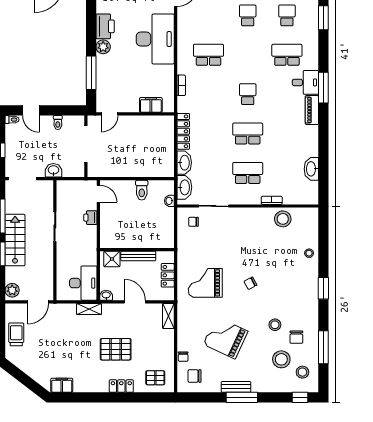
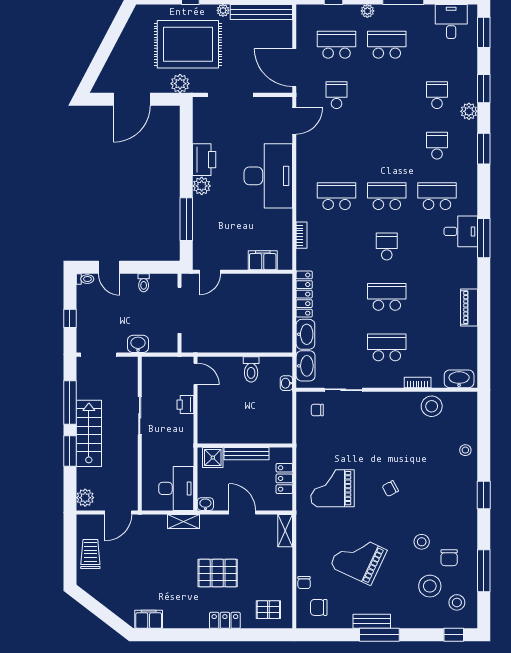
school desk: (248, 15) -> (387, 196), moved, width x1.85
piano: (312, 110) -> (469, 308), moved
washbasin: (311, 169) -> (459, 379), moved, turned 90

